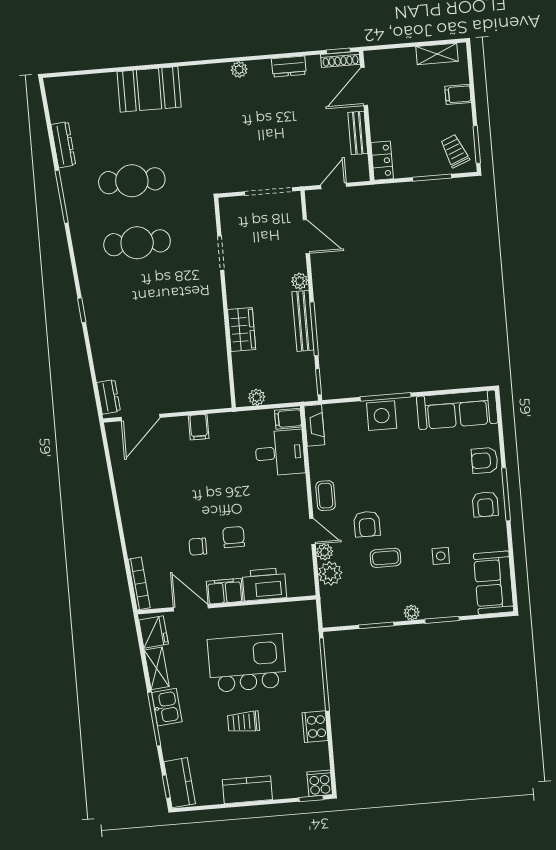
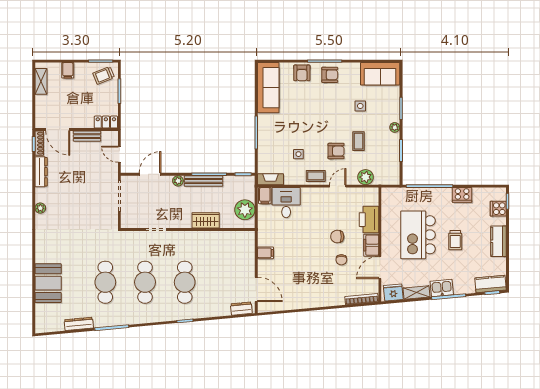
dresser: (289, 67) -> (41, 172), width x1.44
booth: (149, 89) -> (48, 283), moved
cafe table: (142, 305) -> (185, 282), added
plant: (257, 397) -> (245, 210), width x1.88, depth x1.88
side table: (382, 416) -> (298, 154), moved, width x0.54, depth x0.54
plant: (325, 552) -> (351, 180), removed
cooker: (320, 783) -> (498, 209), moved

